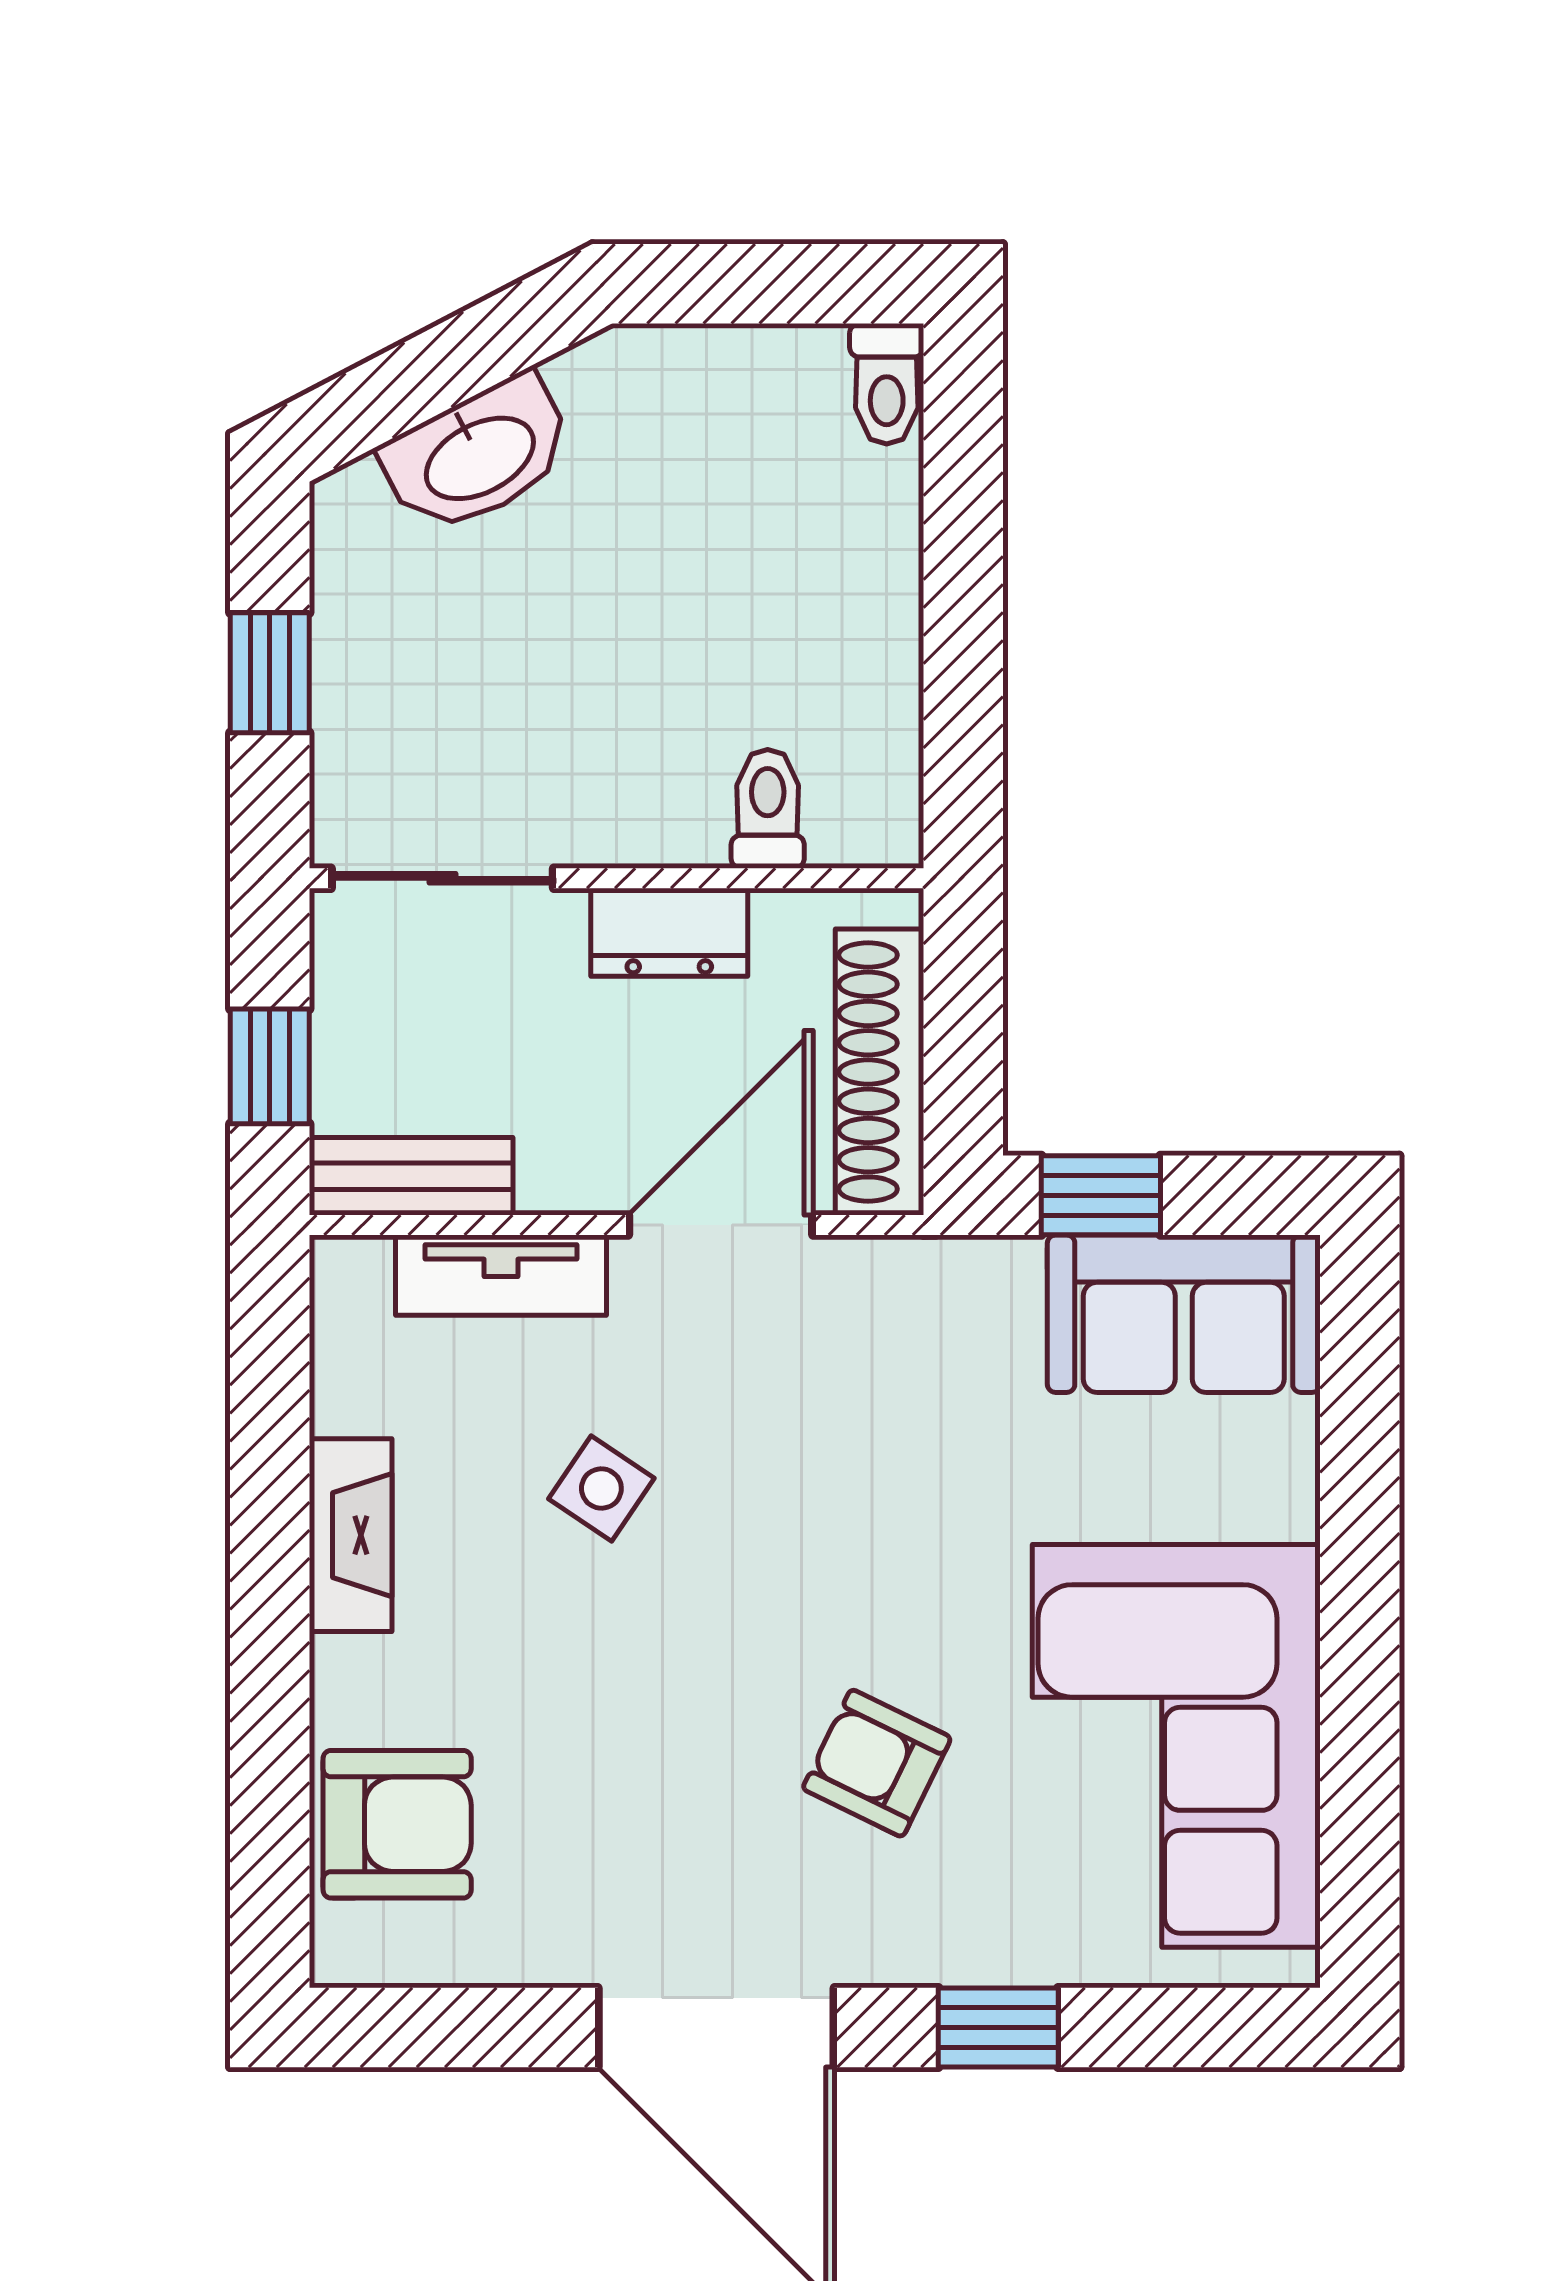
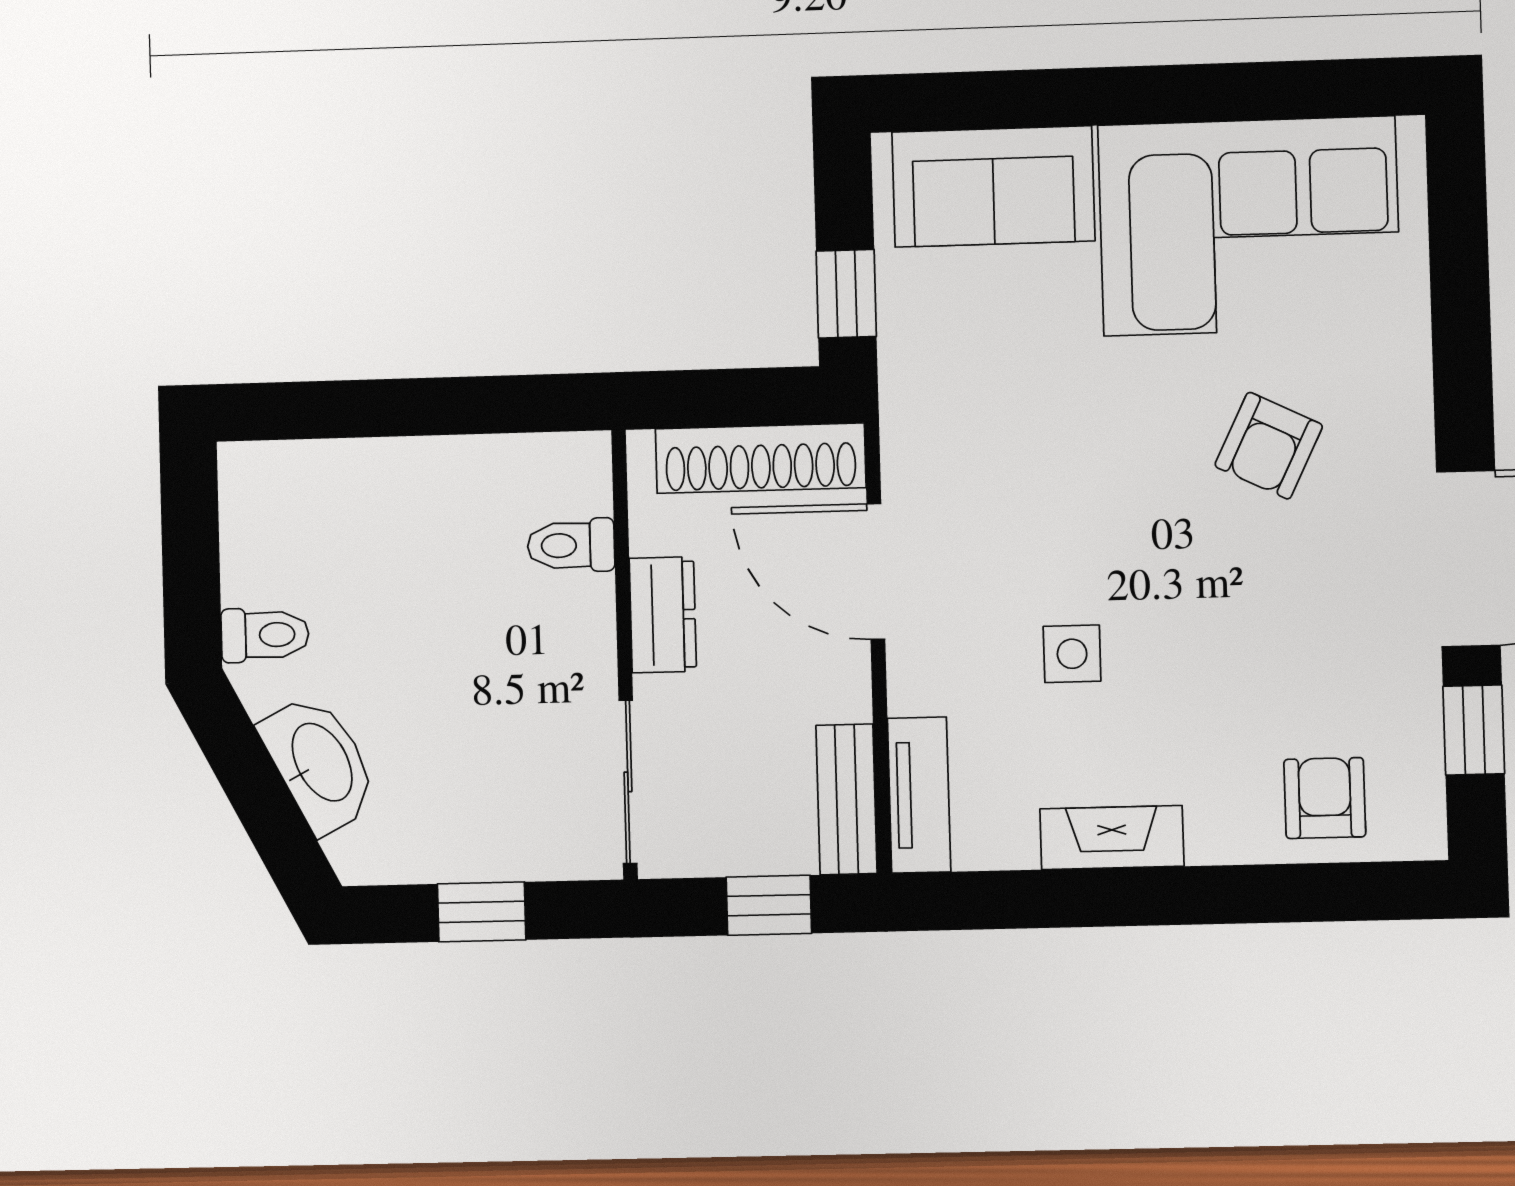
toilet: (887, 384) -> (265, 635), moved
tv unit: (501, 1275) -> (919, 795), moved
sofa: (1184, 1314) -> (993, 186), moved, turned 90
side table: (601, 1489) -> (1072, 654), turned -34
armchair: (397, 1824) -> (1325, 798), width x0.72, depth x0.72
window: (998, 2028) -> (1474, 730), moved

